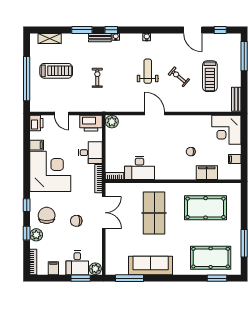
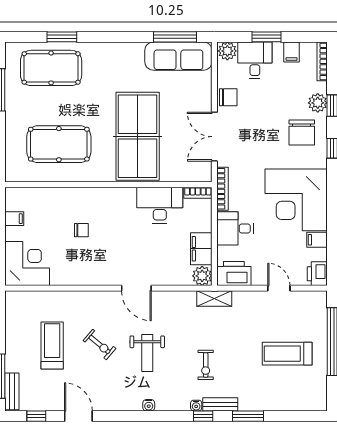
shelving: (50, 38) -> (214, 299), moved
exercise bike: (97, 78) -> (206, 365), moved
bench: (236, 99) -> (12, 391), moved
filing cabinet: (207, 173) -> (201, 249), moved, turned 90
table tennis table: (154, 213) -> (138, 136), width x1.36, depth x1.32
chair: (76, 221) -> (228, 97), moved
sofa: (151, 265) -> (178, 56), moved
window: (81, 278) -> (266, 37), moved
window: (217, 278) -> (62, 37), moved

